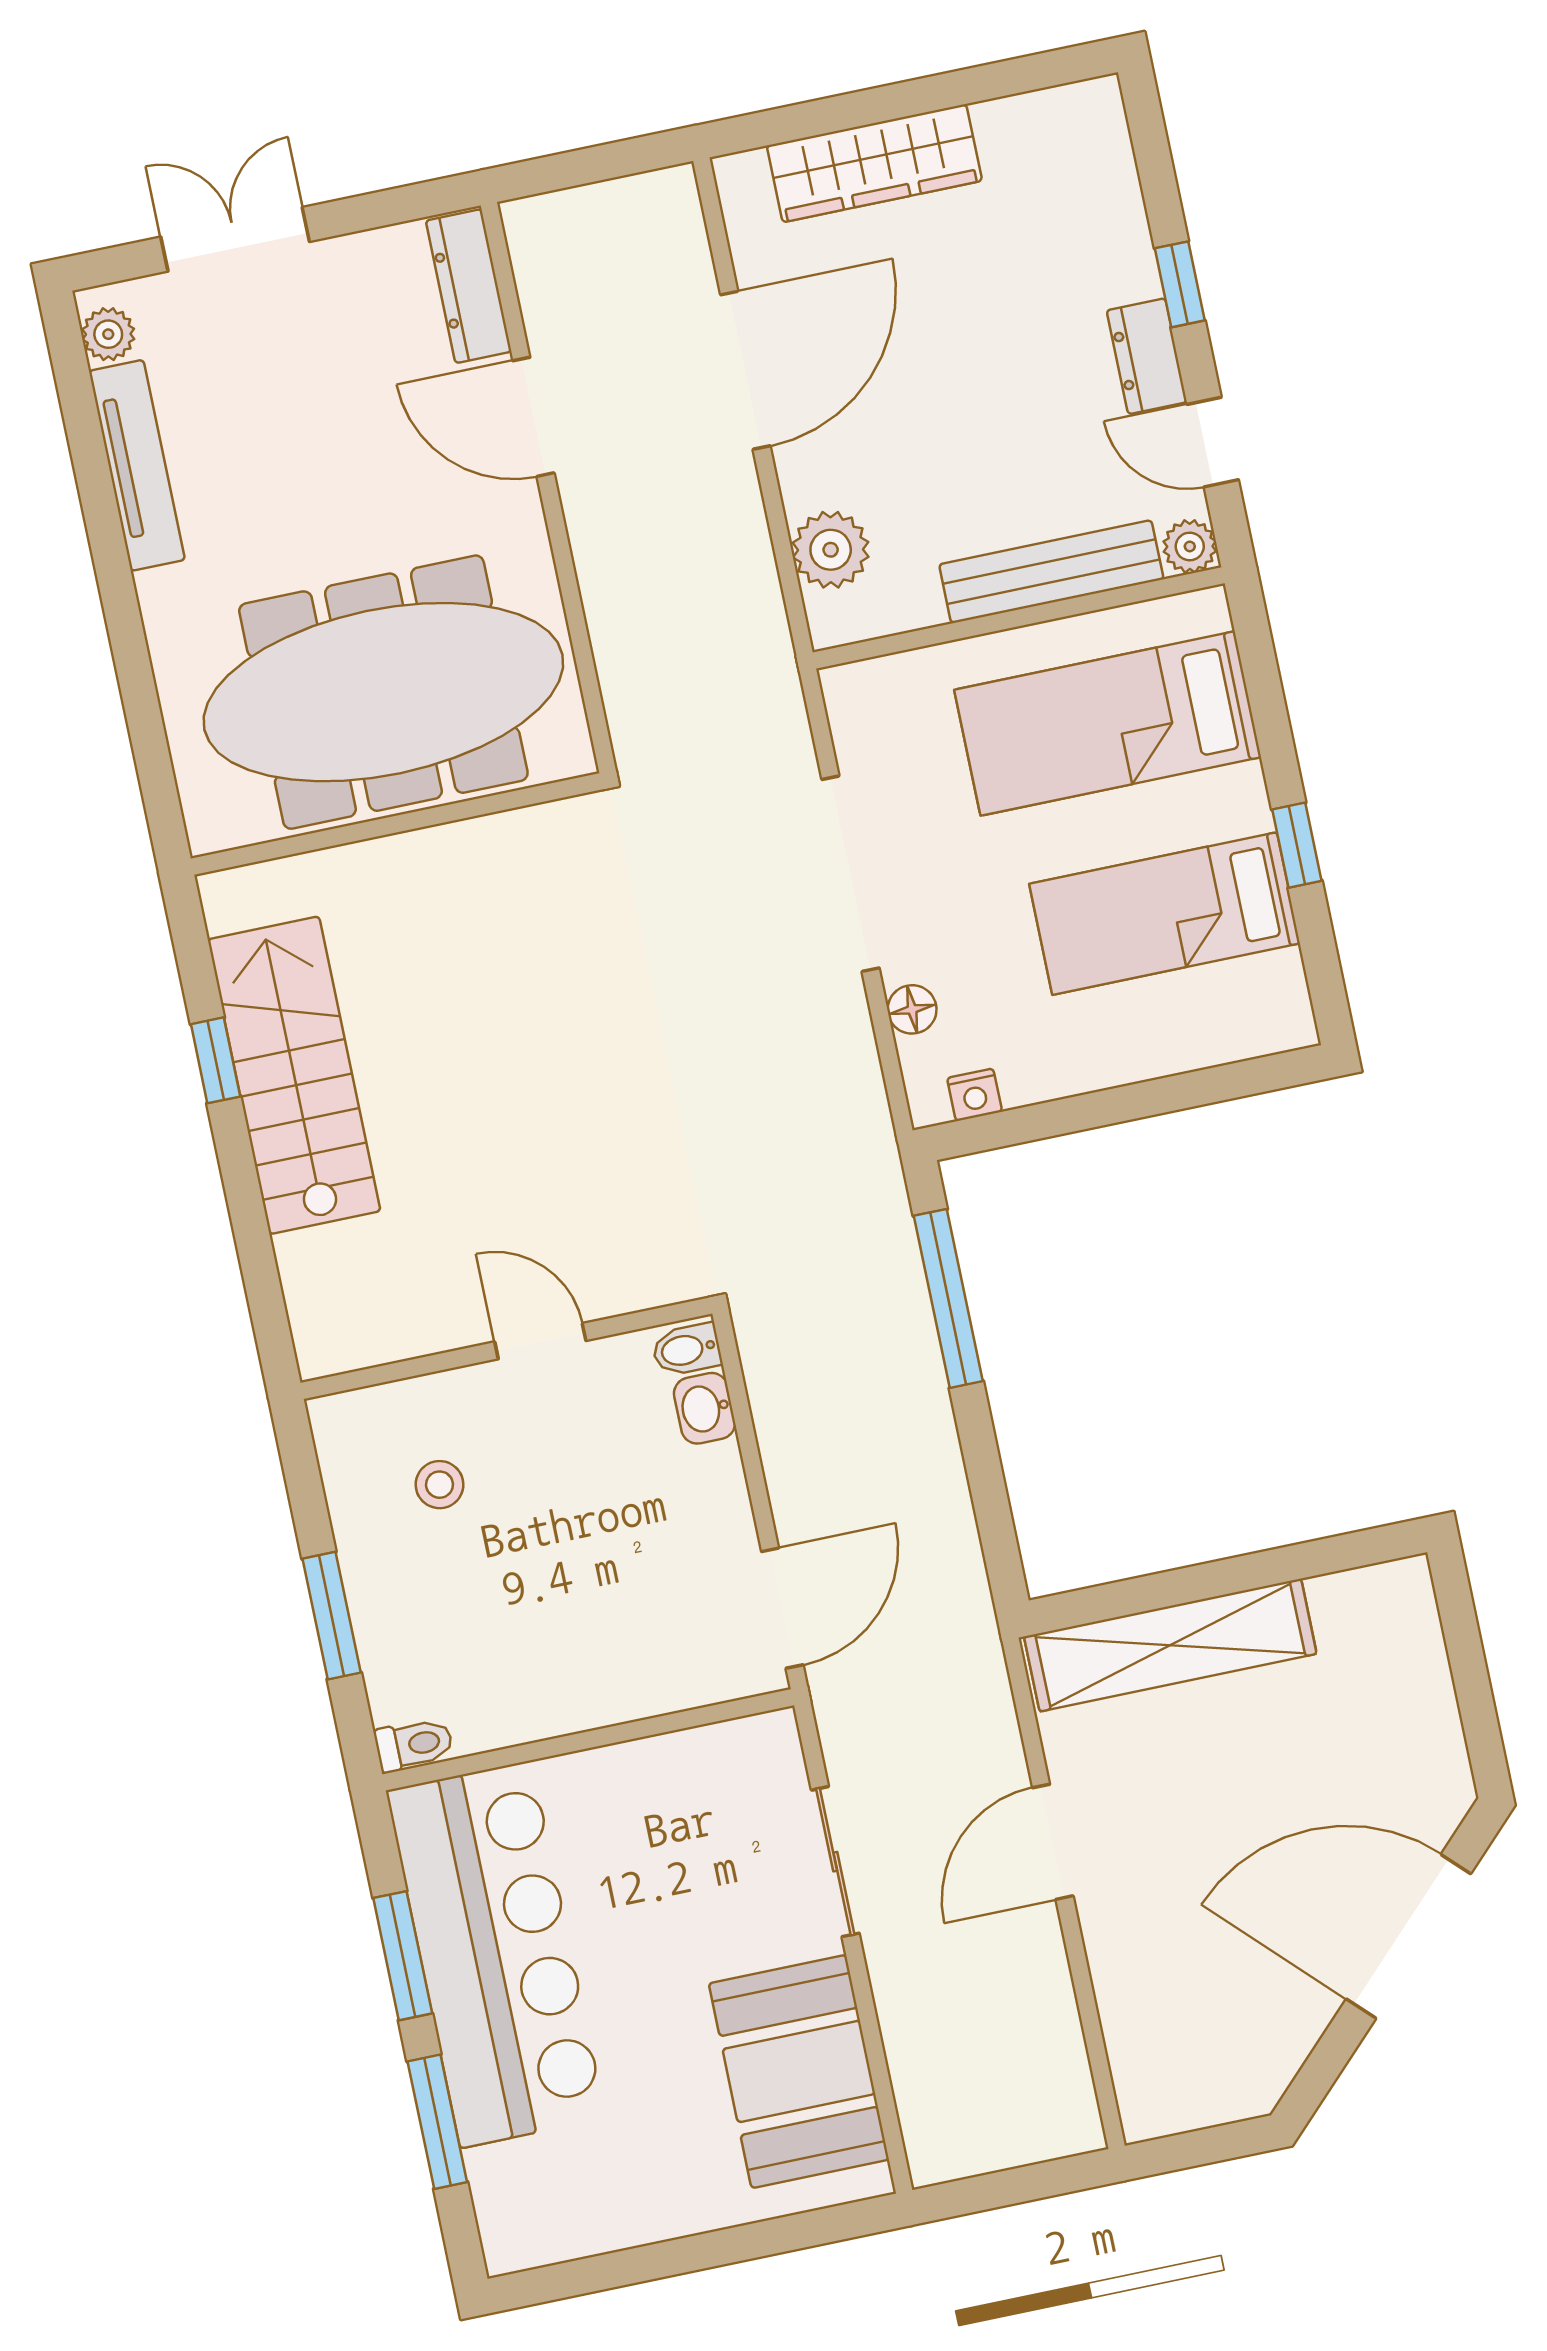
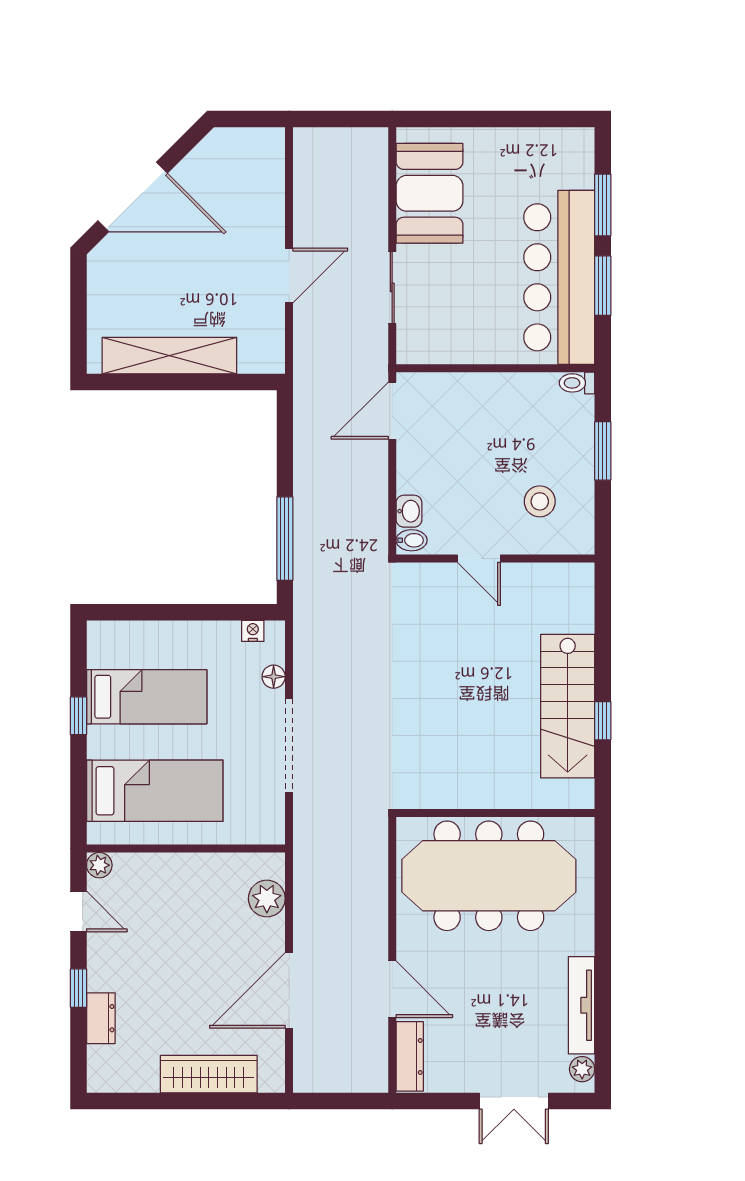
dresser: (1147, 356) -> (101, 1018), moved
bench: (1051, 572) -> (166, 867), removed
stool: (439, 1485) -> (540, 501), width x1.37, depth x1.37
shelving: (1170, 1645) -> (169, 356), moved

